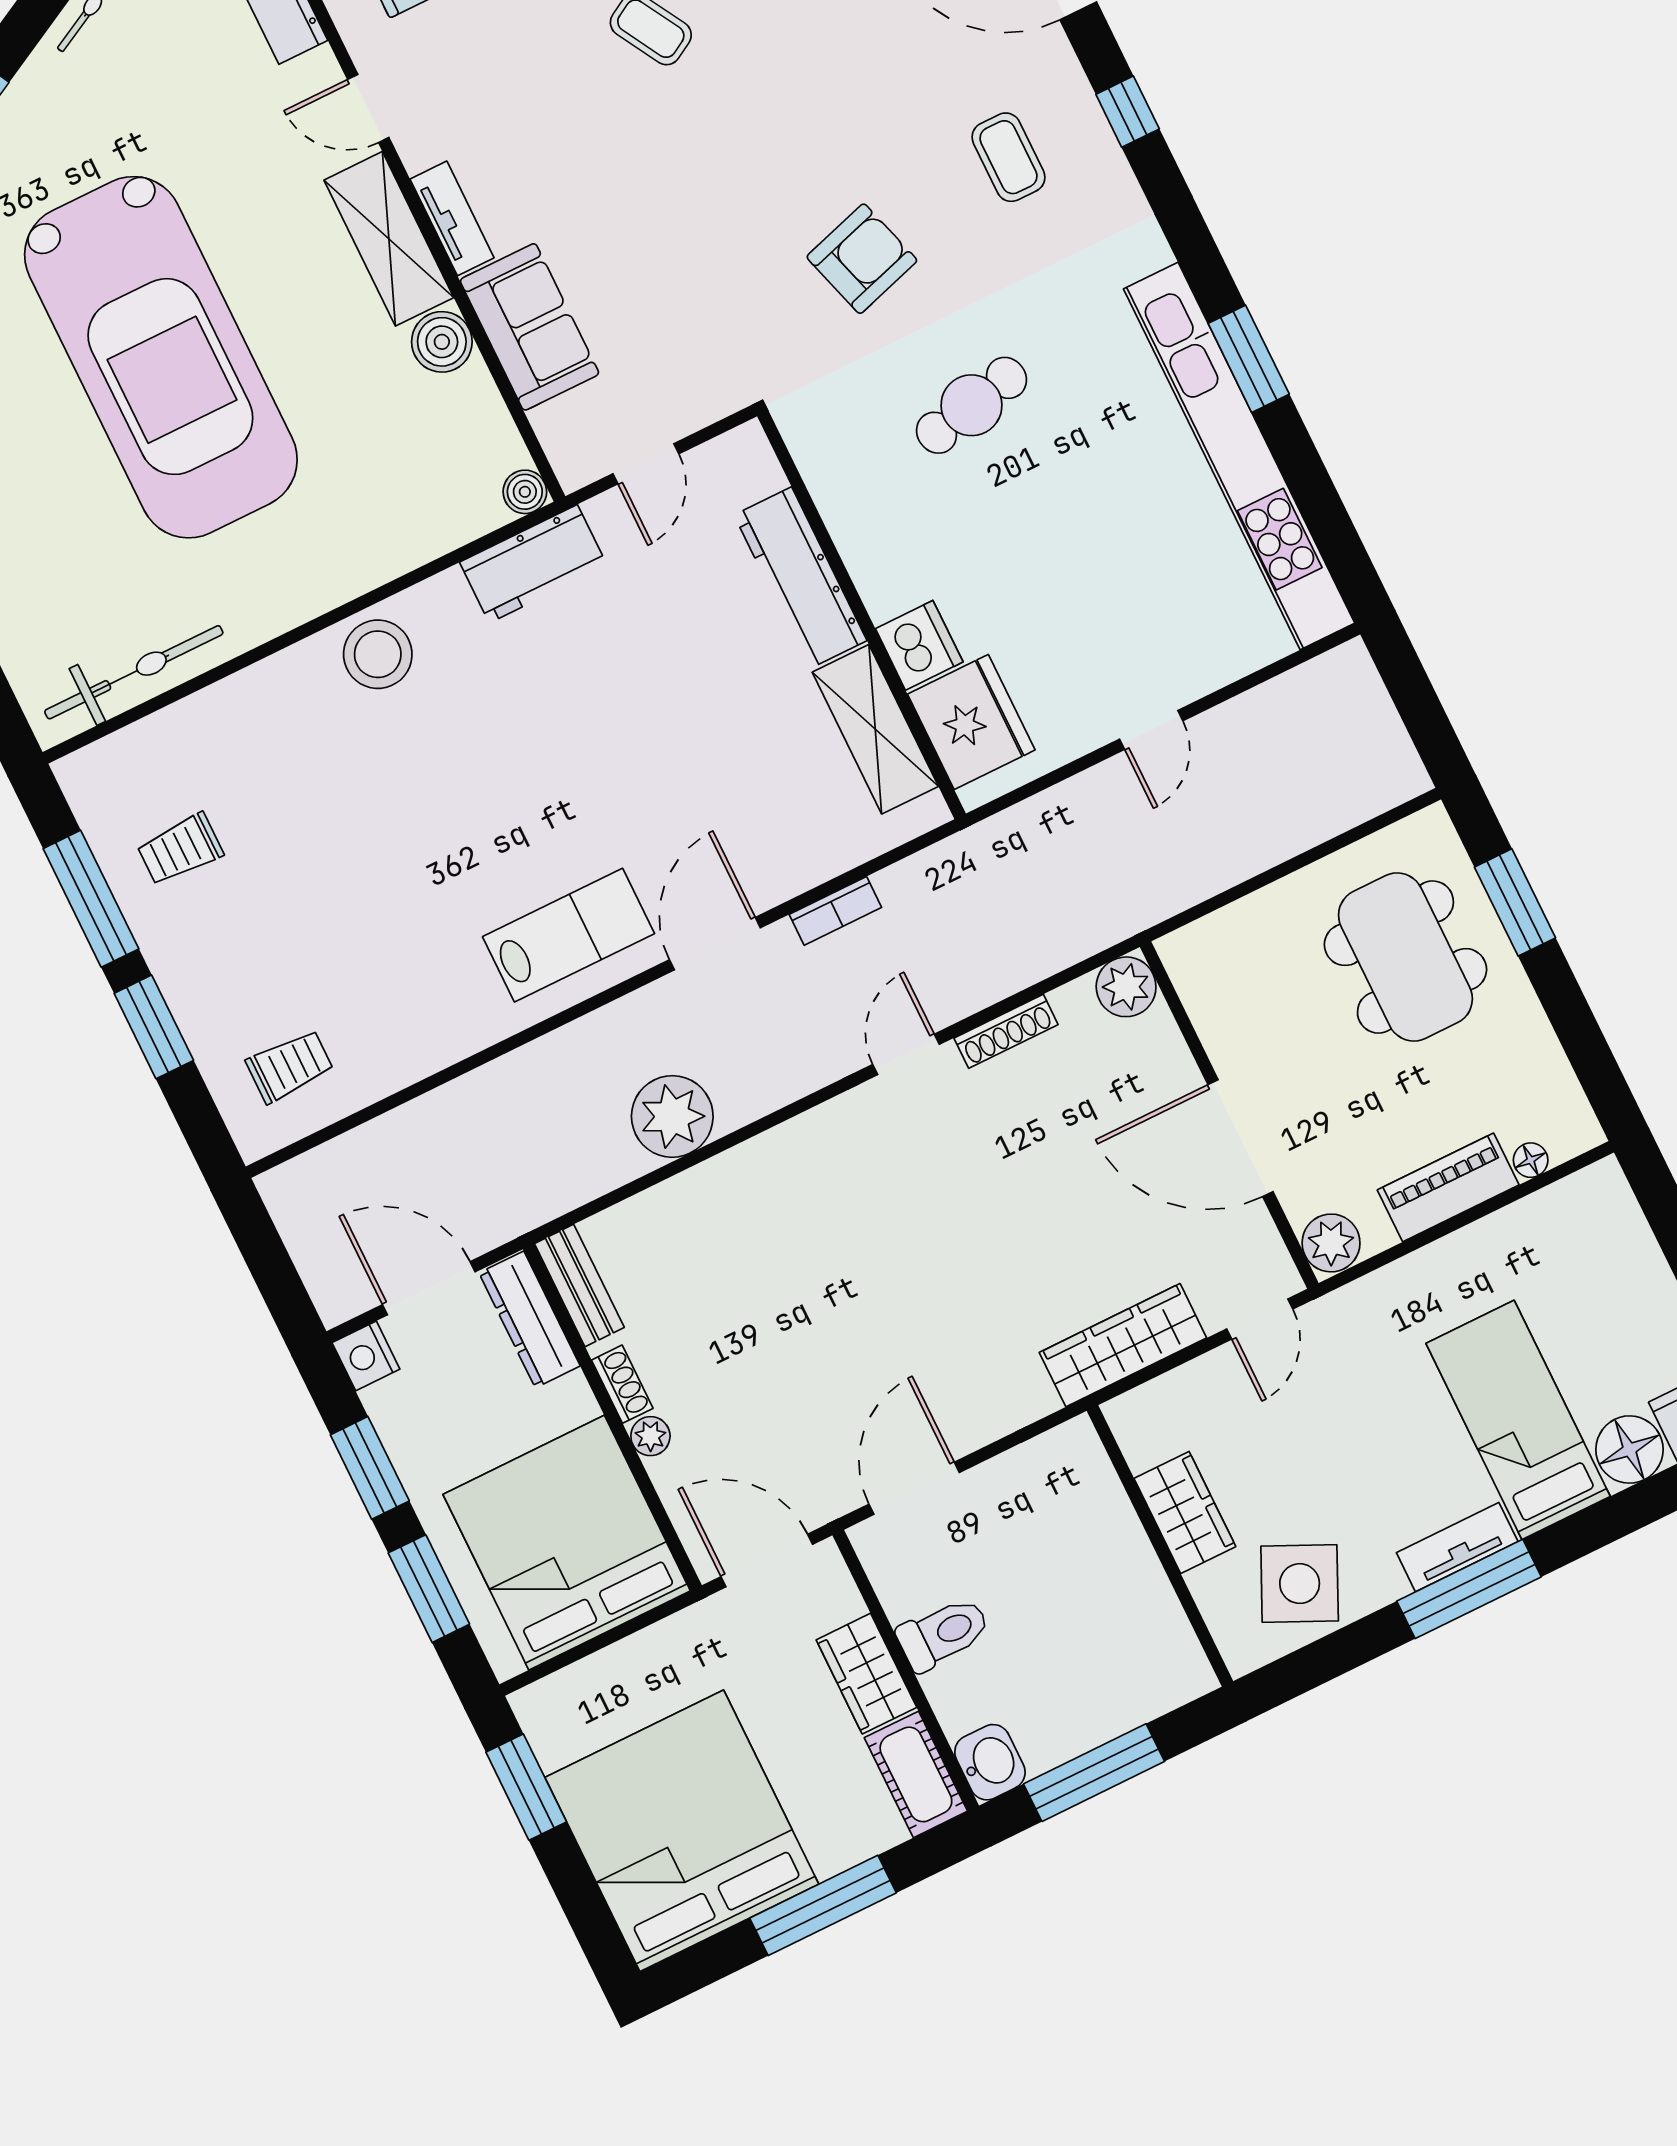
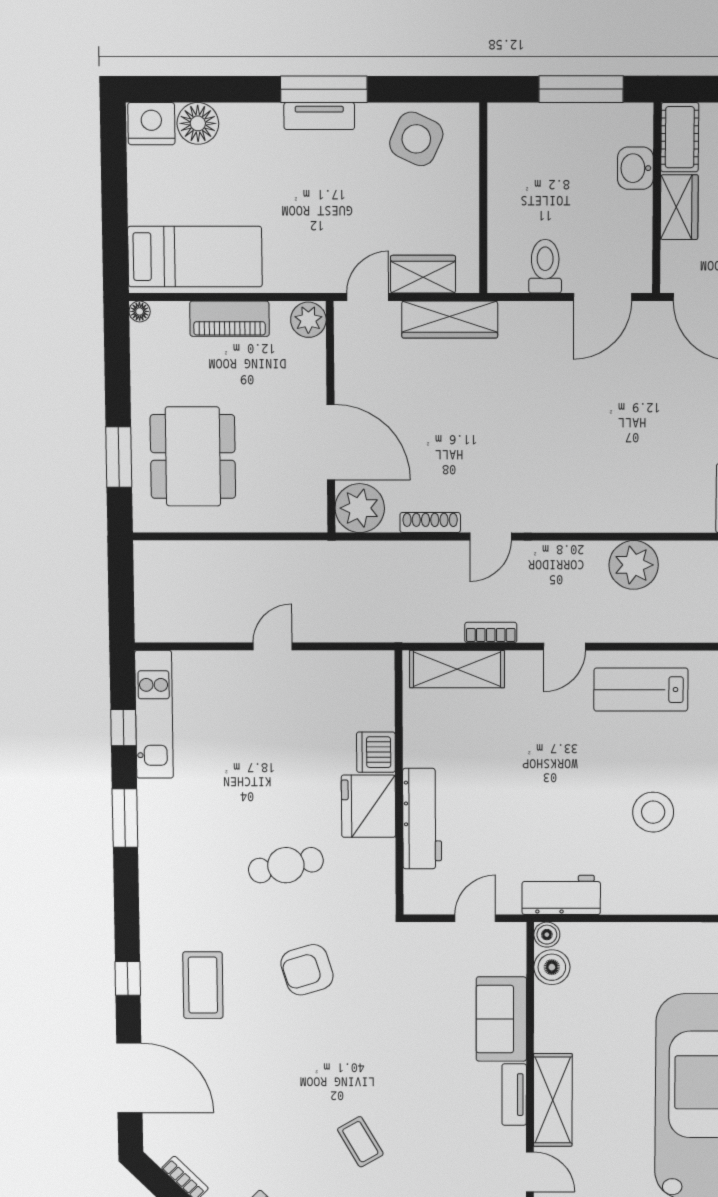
coffee table: (1008, 157) -> (203, 985), width x1.36, depth x1.30
boiler: (442, 342) -> (552, 967), moved
kitchen unit: (1239, 456) -> (154, 714), width x0.54
window: (1316, 497) -> (123, 728), added
stool: (378, 654) -> (653, 812), moved
fridge: (971, 722) -> (368, 806), moved
shelving: (875, 729) -> (457, 669), moved, turned 90
door: (715, 944) -> (564, 647), width x0.73
plant: (1126, 987) -> (360, 508), width x1.36, depth x1.36
door: (1240, 1138) -> (331, 442), moved
floor lamp: (1531, 1160) -> (140, 311), moved
bed: (1518, 1420) -> (195, 257), moved, turned -90
wardrobe: (1185, 1512) -> (423, 274), moved, turned 90
toilet: (943, 1634) -> (545, 266), moved, turned 90
washbasin: (990, 1762) -> (635, 168), moved

